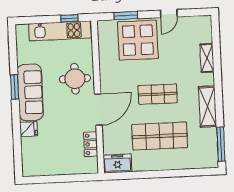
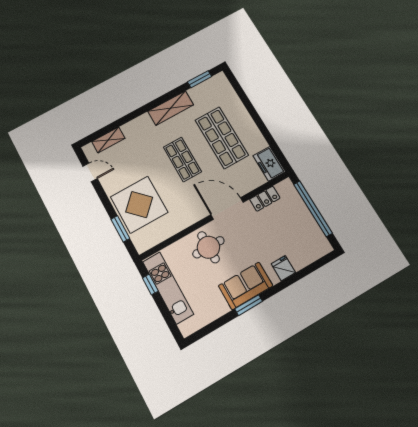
door: (169, 14) -> (90, 172), moved
shelving: (207, 58) -> (108, 140), moved
sofa: (30, 92) -> (246, 286), width x0.73
window: (221, 144) -> (200, 79), width x0.69
window: (63, 178) -> (313, 209), added

